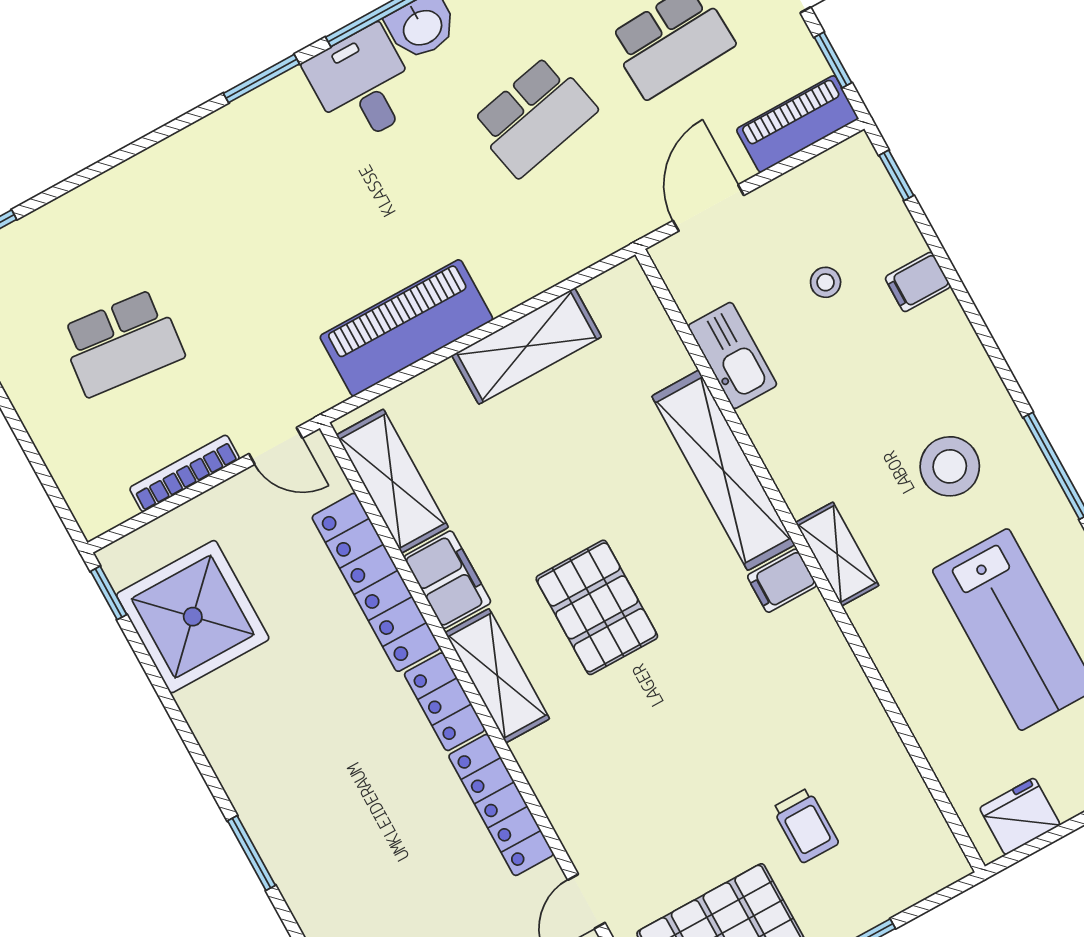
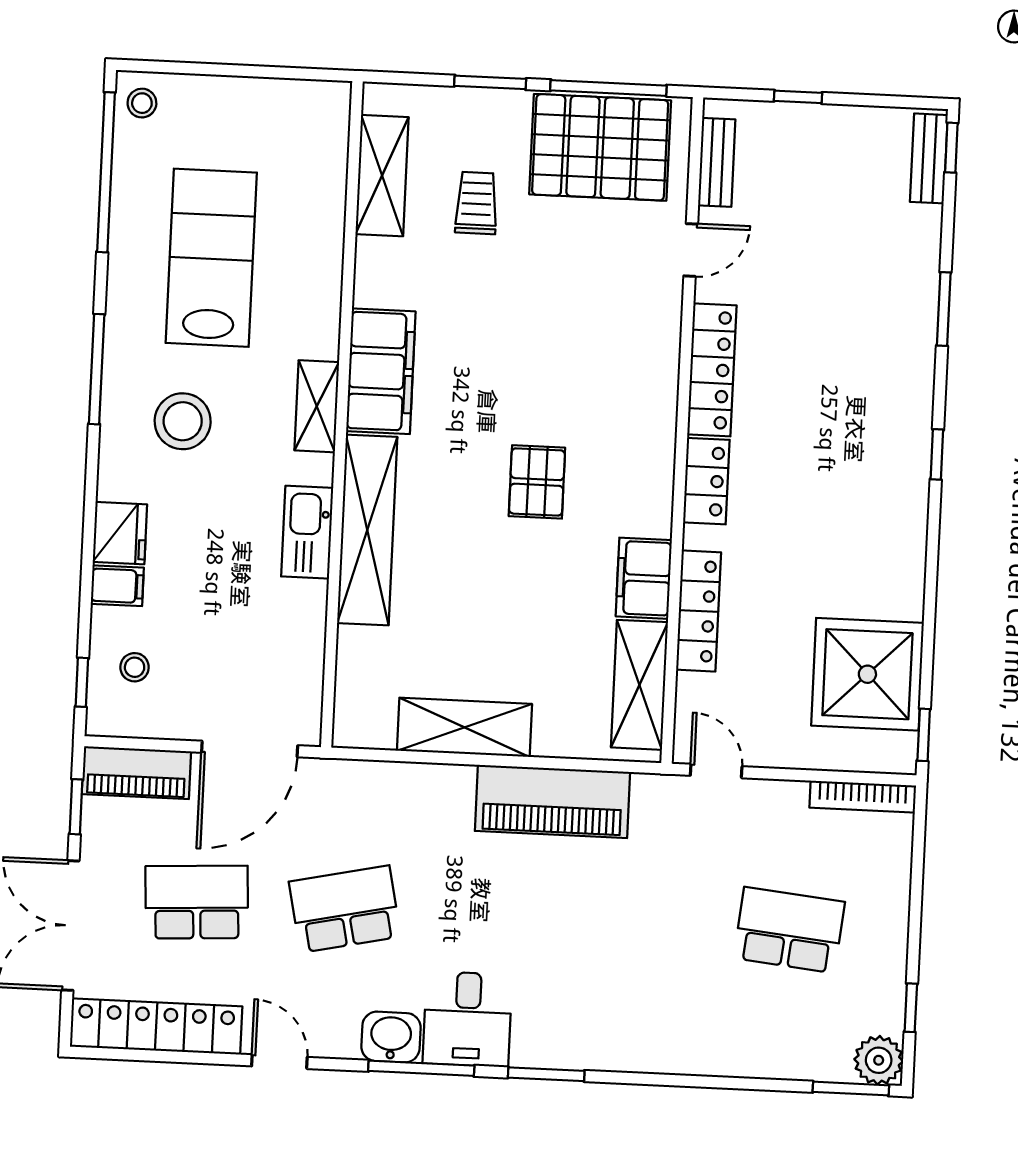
door: (708, 208) -> (250, 749), width x1.36
stool: (826, 282) -> (135, 667), moved
kitchen sink: (732, 355) -> (307, 532), moved
bookcase: (185, 473) -> (863, 797), moved
filing cabinet: (782, 581) -> (381, 371), width x3.00, depth x1.17
locker: (376, 582) -> (699, 611), width x0.71, depth x0.83
pallet: (597, 607) -> (537, 482), width x0.67, depth x0.71
shelving: (497, 676) -> (382, 176), moved
fridge: (1020, 816) -> (120, 533), moved, turned -90
window: (252, 853) -> (937, 454), width x0.67

